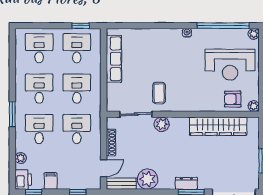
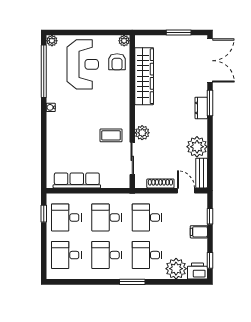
plant: (21, 158) -> (176, 269), width x1.87, depth x1.87
filing cabinet: (51, 181) -> (199, 232), moved

